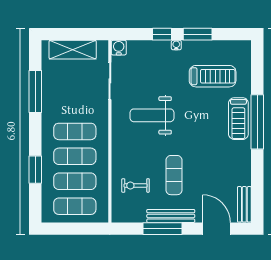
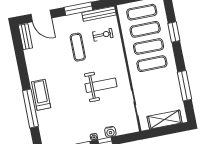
water cooler: (119, 48) -> (110, 132), moved
treadmill: (213, 76) -> (65, 120), removed
window: (257, 122) -> (30, 108), moved
bench: (171, 216) -> (99, 14), moved

